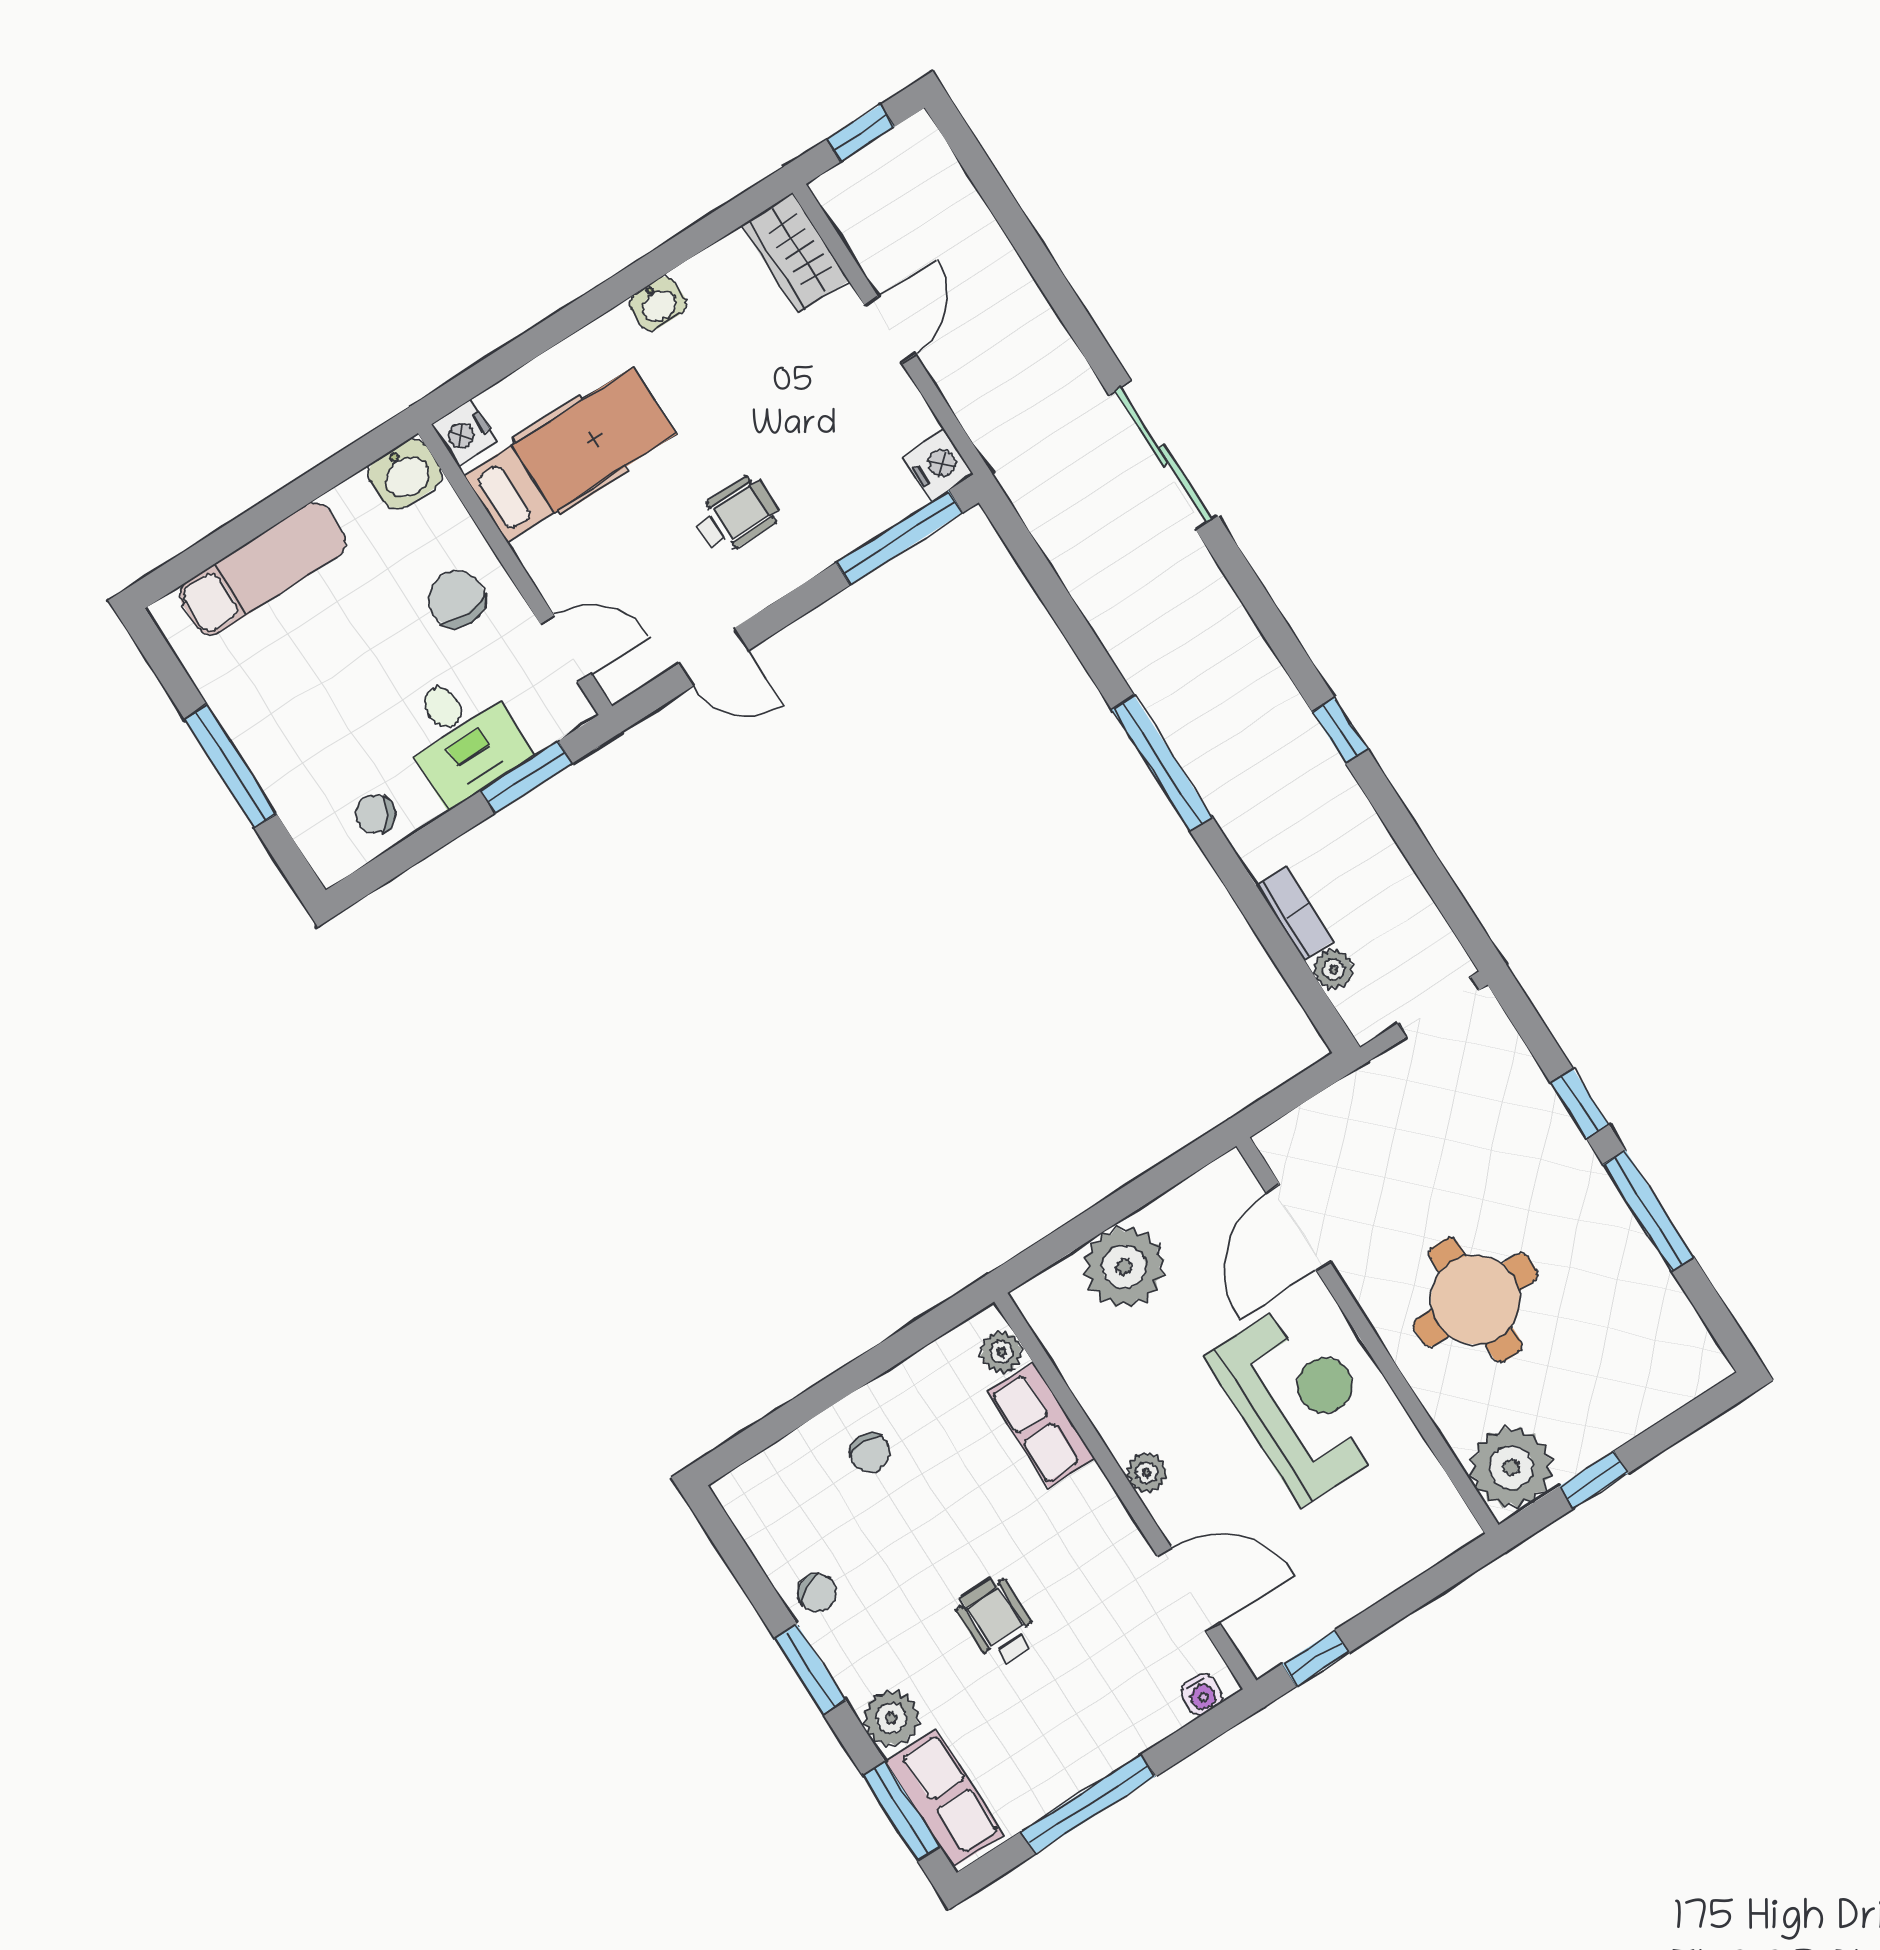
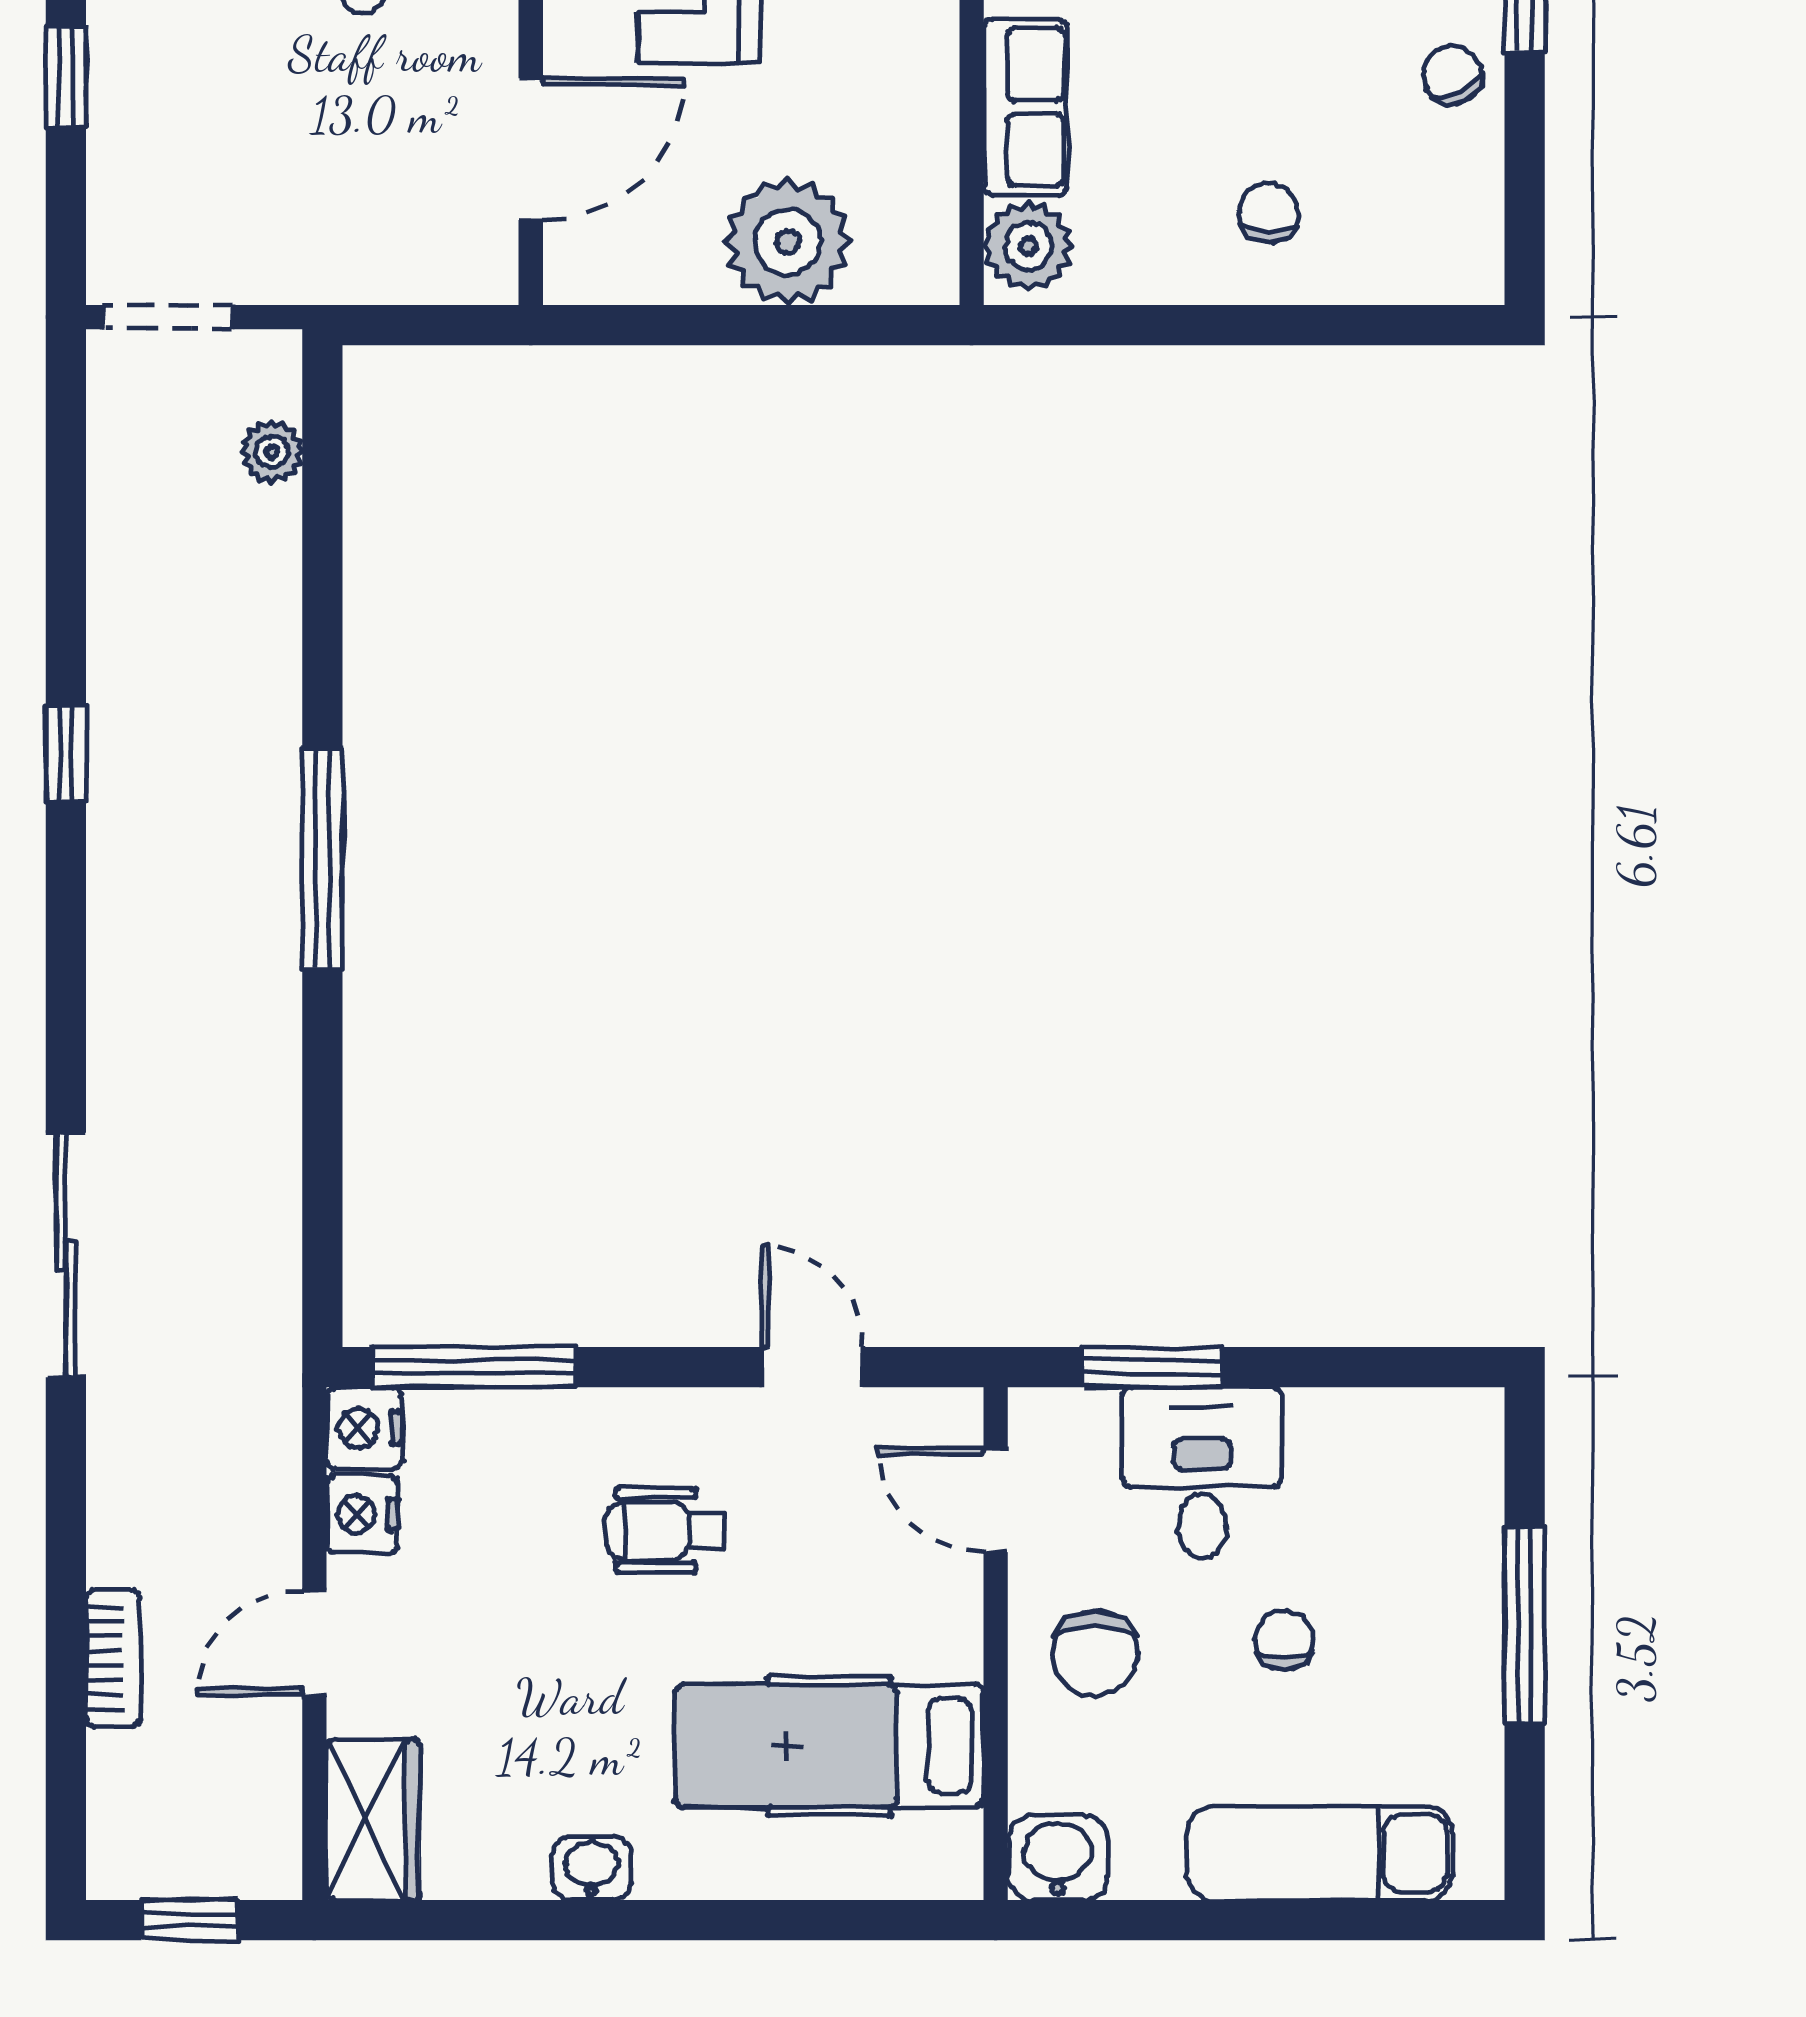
nightstand: (465, 433) -> (362, 1514), moved, turned 180
chair: (375, 814) -> (1284, 1640), moved, turned -124
bookcase: (1295, 913) -> (113, 1658), moved, turned 180
plant: (1001, 1352) -> (1028, 246), width x1.38, depth x1.38

